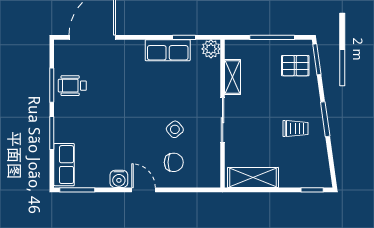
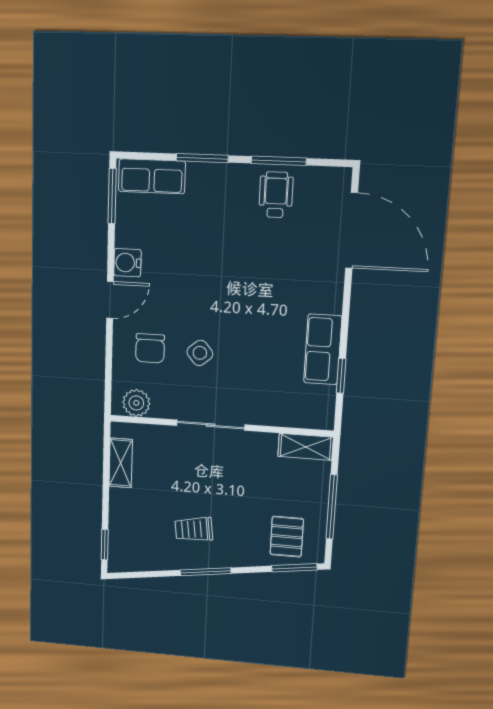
plant: (211, 49) -> (136, 403), moved
shelving: (233, 77) -> (306, 447), moved
trolley: (296, 129) -> (194, 529), turned 83
shelving: (253, 178) -> (121, 463), width x0.67, depth x0.75

